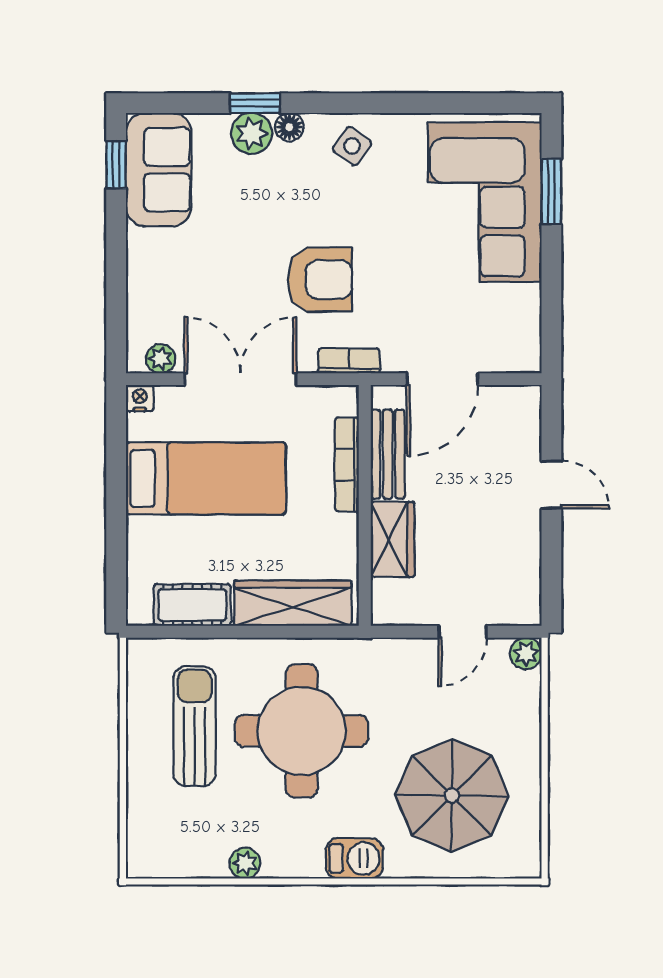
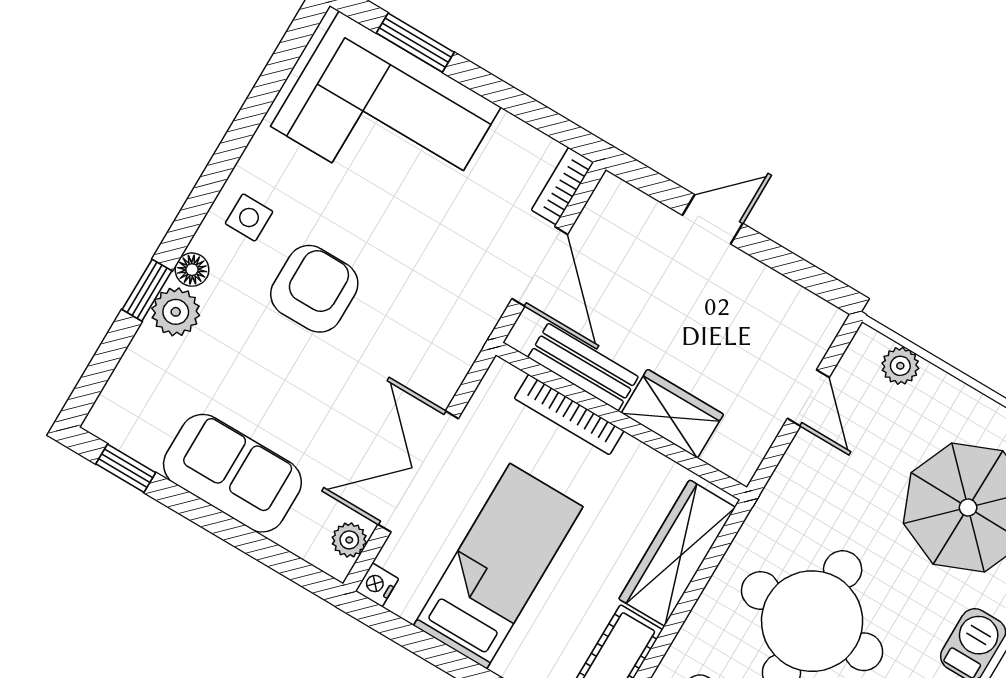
side table: (352, 146) -> (249, 217), turned -36
sofa: (159, 170) -> (232, 473), moved
armchair: (320, 279) -> (314, 289), moved
bookcase: (349, 361) -> (562, 186), moved
plant: (526, 653) -> (900, 366), moved

